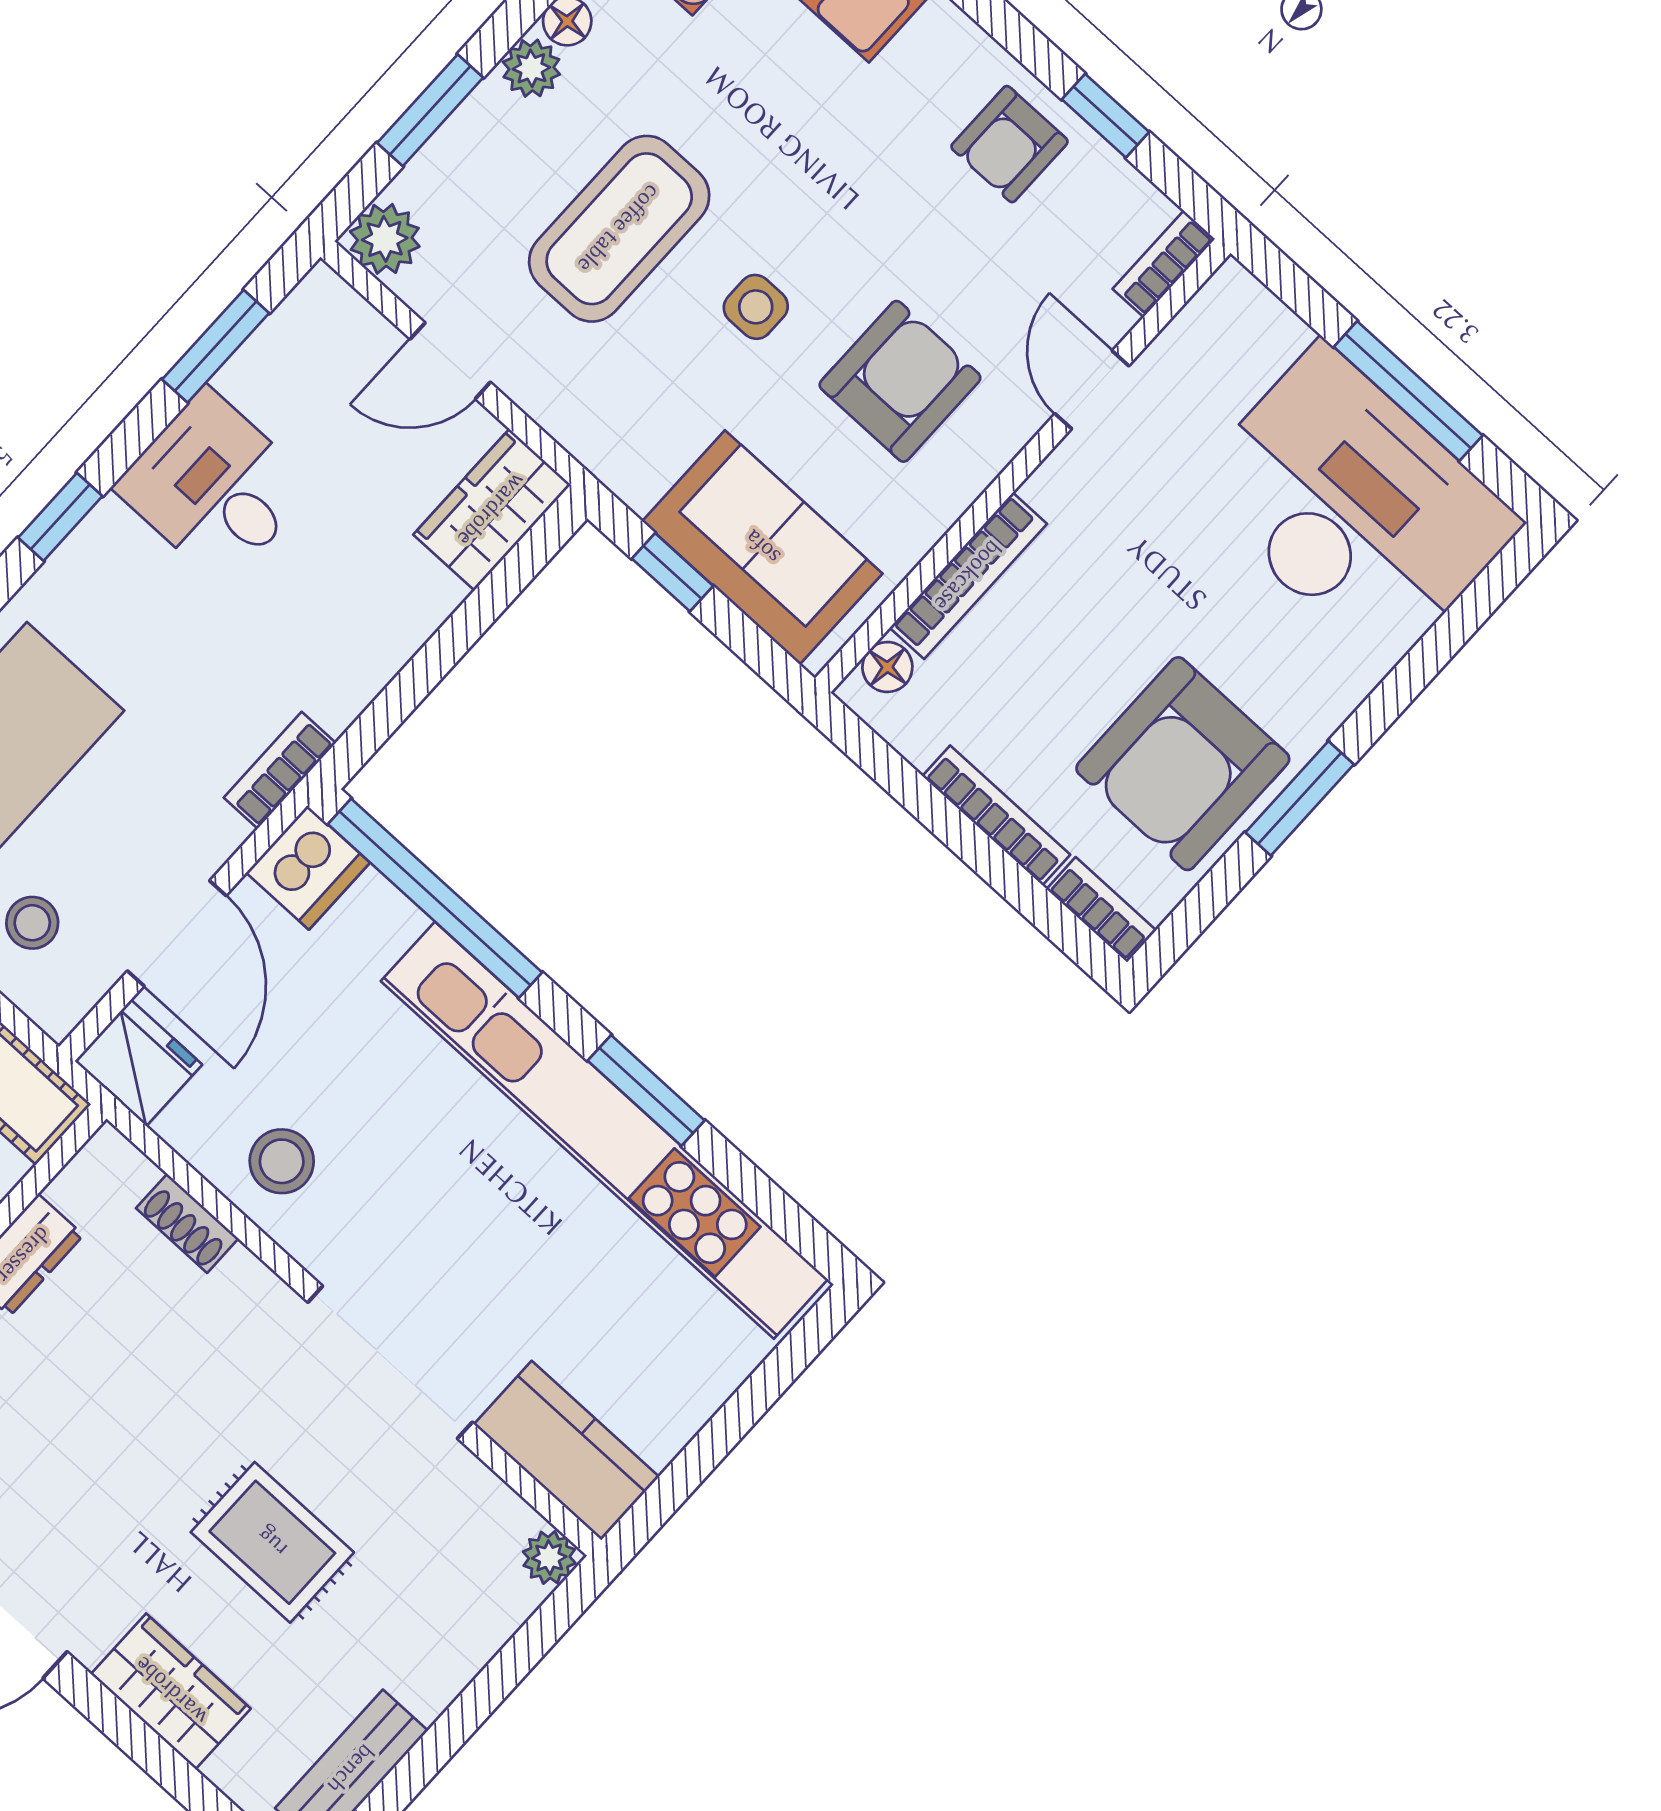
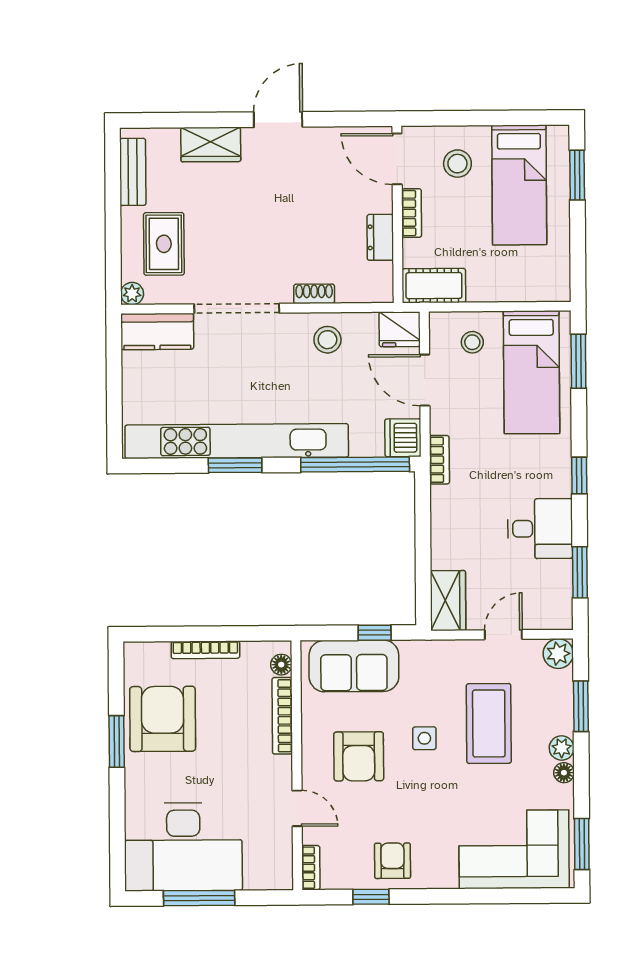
bookcase: (1101, 910) -> (146, 651), removed
shoe rack: (187, 1223) -> (314, 294), moved
rug: (272, 1542) -> (164, 244), moved, turned 90

